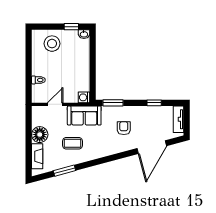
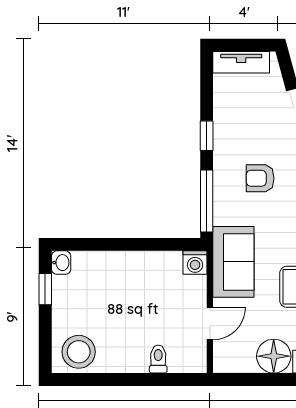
stool: (52, 44) -> (79, 352), moved
window: (113, 103) -> (207, 201), width x1.44
window: (154, 103) -> (207, 136), moved
door: (55, 104) -> (210, 323), swing flipped

